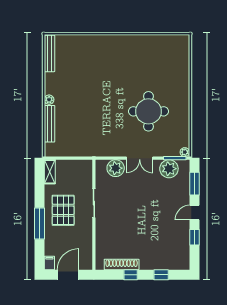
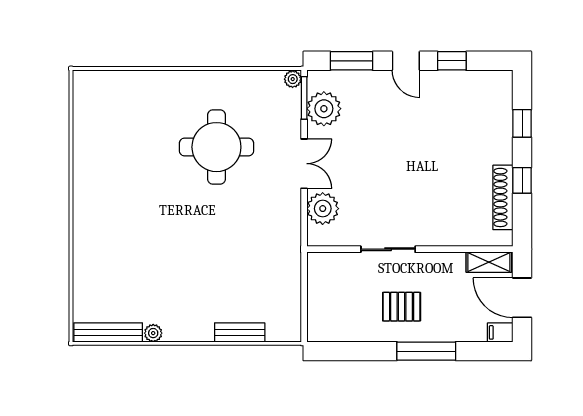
plant: (49, 100) -> (153, 333), moved
bench: (49, 124) -> (240, 332), width x0.73
shelving: (50, 172) -> (489, 262), moved
pallet: (63, 210) -> (402, 307), width x0.67, depth x0.71

